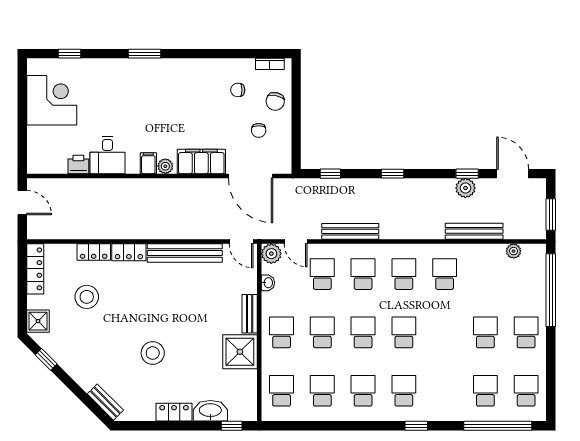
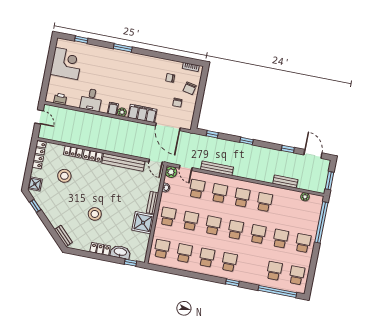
printer: (78, 165) -> (60, 99), moved
plant: (465, 188) -> (285, 157), removed
bench: (474, 231) -> (285, 182), width x0.73
school desk: (445, 332) -> (258, 234), added

